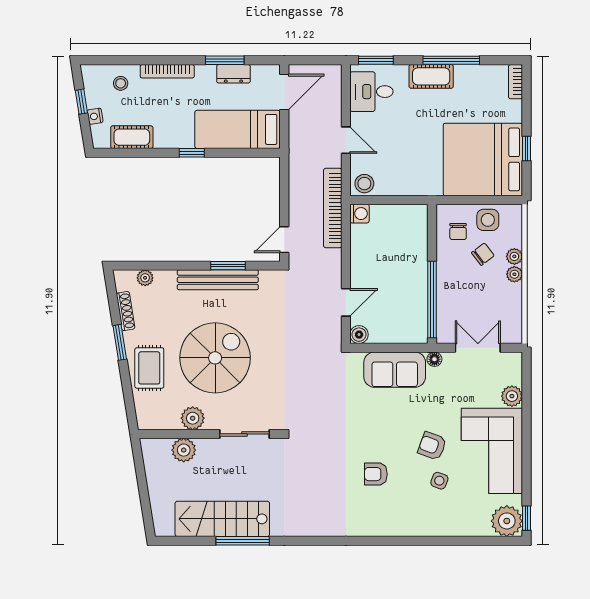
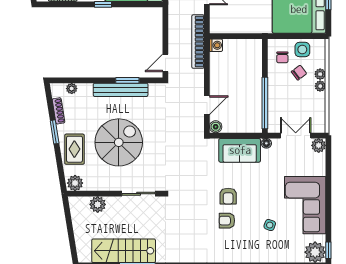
stool: (364, 184) -> (219, 25), removed
plant: (512, 396) -> (319, 145), moved
plant: (193, 418) -> (75, 183), moved
armchair: (432, 446) -> (228, 196), moved, turned -110

